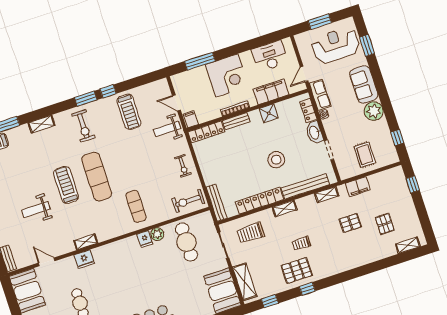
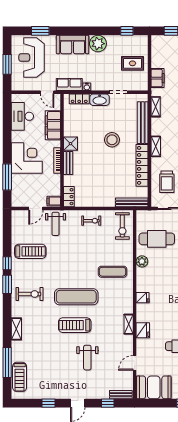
shower: (269, 113) -> (70, 144), moved
locker: (206, 132) -> (69, 197), width x0.66
fridge: (145, 239) -> (143, 298), moved

